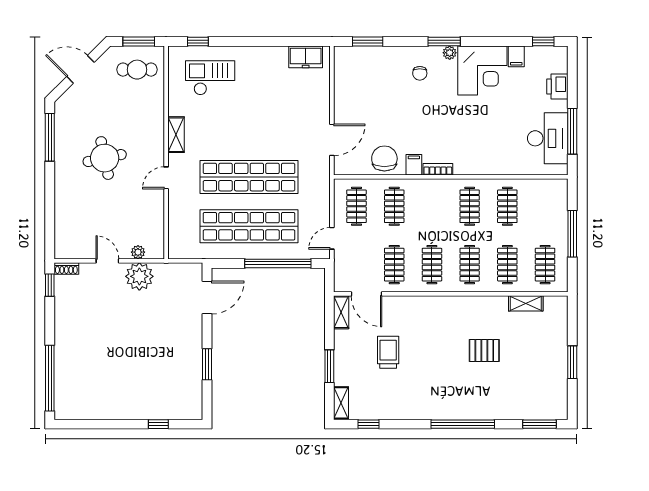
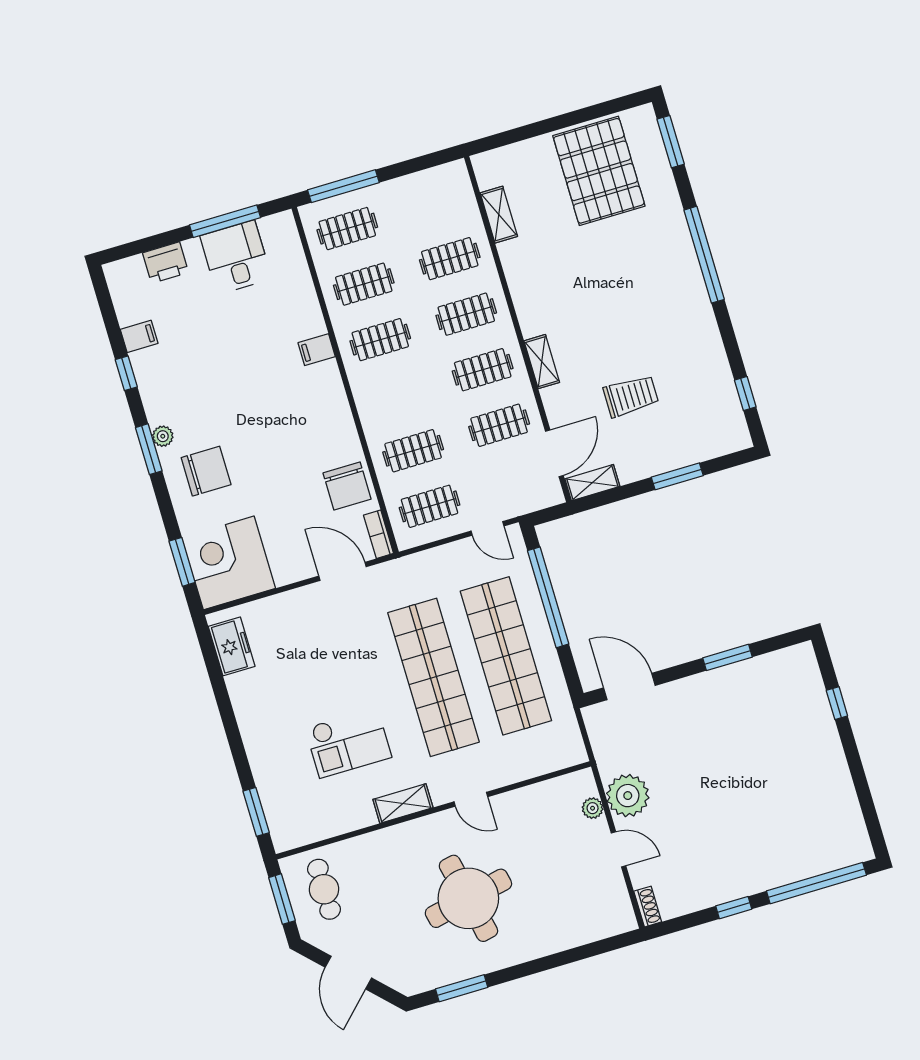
window: (198, 42) -> (256, 812), width x1.50
window: (543, 42) -> (126, 373), moved
corner desk: (482, 70) -> (229, 563), moved, turned -90
chair: (420, 73) -> (206, 471), width x1.87, depth x1.87
checkout: (210, 78) -> (348, 743), moved, turned -90
window: (50, 137) -> (462, 988), width x0.69
desk: (548, 138) -> (236, 257), width x0.73
round table: (105, 158) -> (468, 898), width x1.36, depth x1.36
chair: (384, 159) -> (347, 486), turned -90
filing cabinet: (414, 165) -> (317, 350), moved
bookcase: (438, 169) -> (379, 534), moved
window: (572, 234) -> (343, 186), moved
door: (107, 261) -> (619, 849), swing flipped
clothes rail: (545, 265) -> (347, 229), moved
window: (50, 285) -> (734, 908), moved
pallet: (484, 351) -> (599, 171), moved, width x2.05, depth x2.00
trolley: (388, 352) -> (631, 396), turned 180
window: (572, 362) -> (565, 121), removed
shelving: (341, 403) -> (542, 362), moved, turned 90

